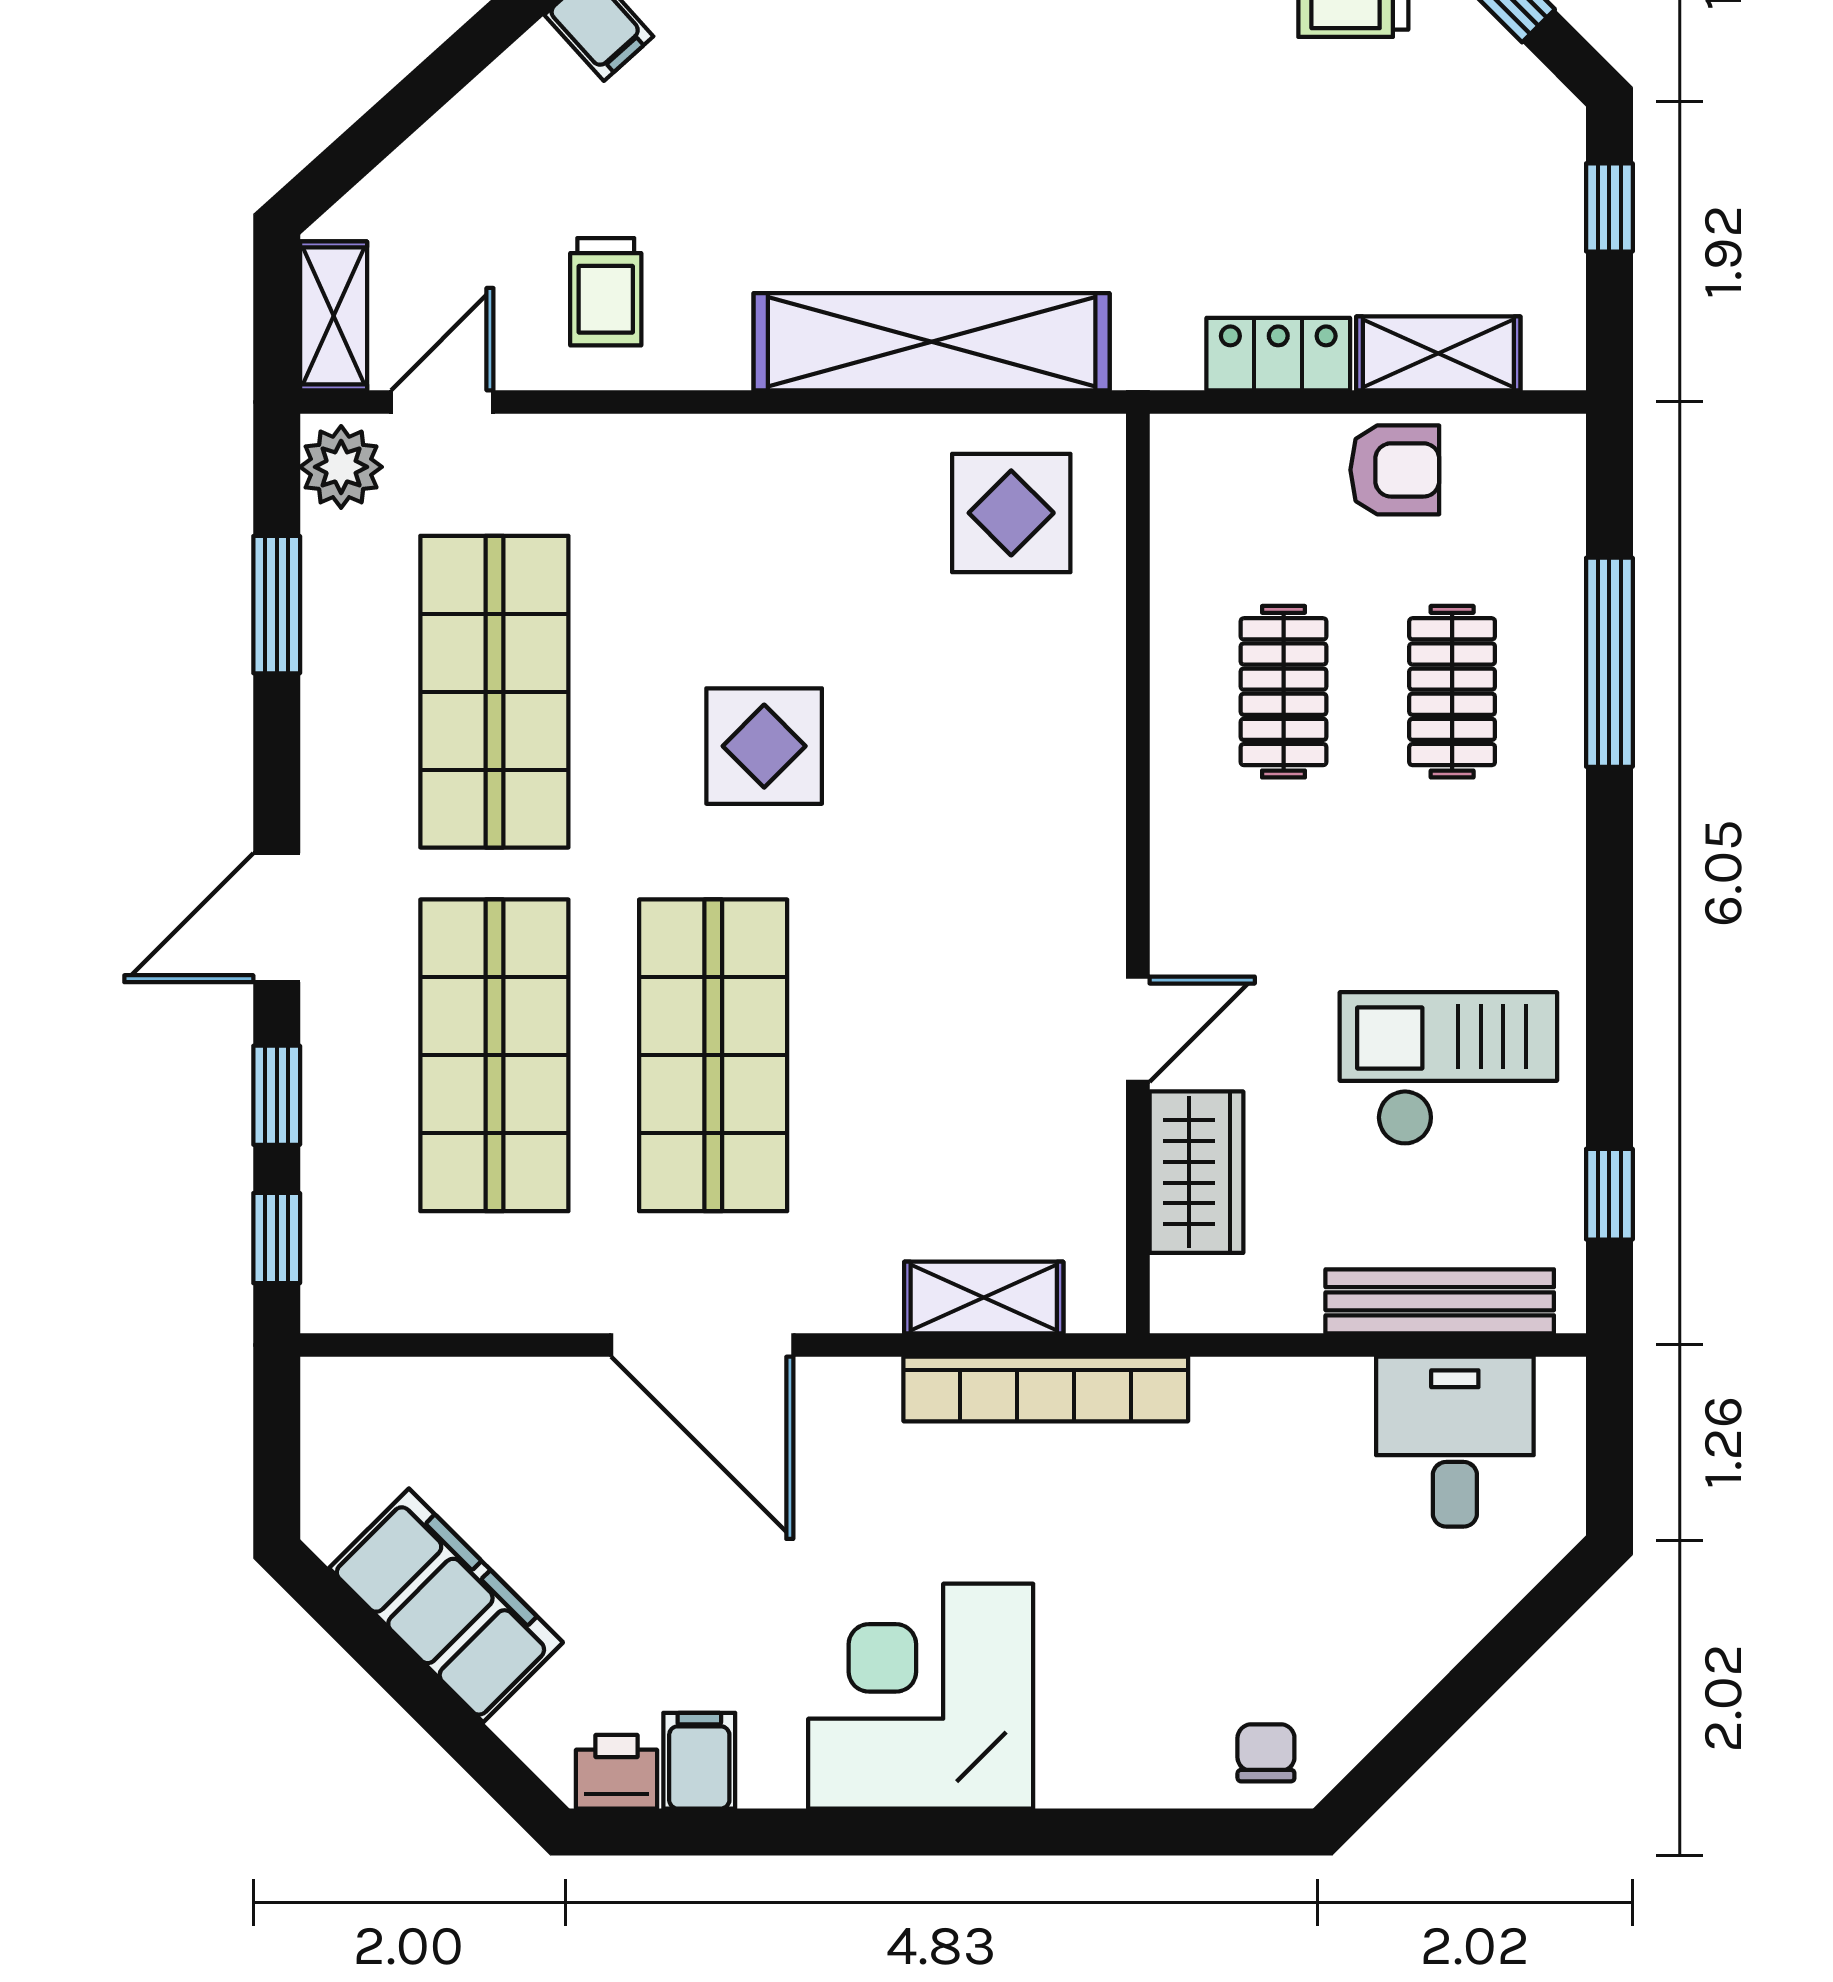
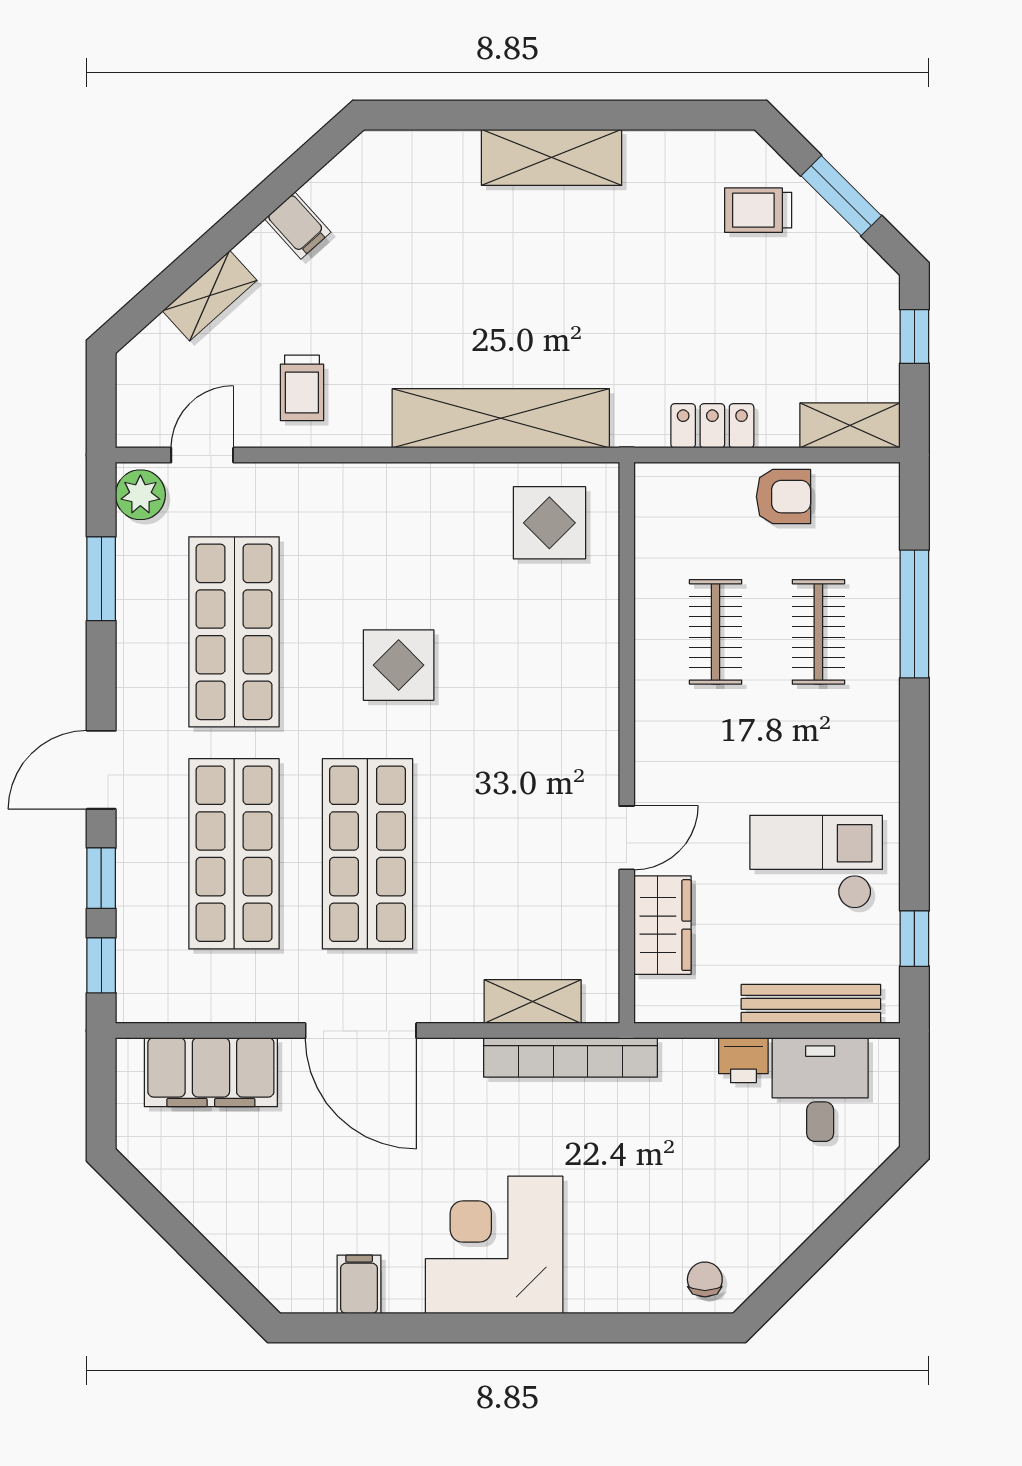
shelving: (334, 316) -> (210, 296), moved, turned 48
shelving: (1438, 353) -> (850, 425), moved
filing cabinet: (446, 1605) -> (211, 1072), moved, turned 135
printer: (617, 1772) -> (743, 1060), moved, turned 180

